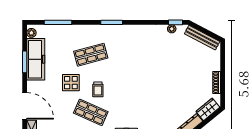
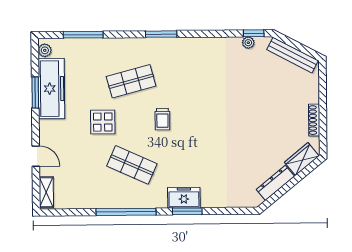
trolley: (98, 89) -> (162, 119), moved
door: (25, 106) -> (36, 156), width x0.53

